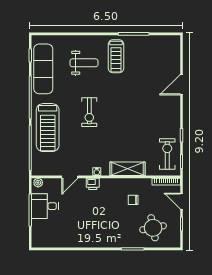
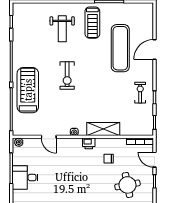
weight bench: (84, 63) -> (62, 29), turned 90
exercise mat: (43, 69) -> (120, 48), moved
treadmill: (48, 128) -> (28, 90), turned 180
exercise bike: (167, 154) -> (140, 93), moved, width x0.73, depth x0.72
door: (70, 177) -> (49, 137), hinge flipped
printer: (93, 184) -> (89, 143), moved
desk: (45, 206) -> (25, 177), moved

